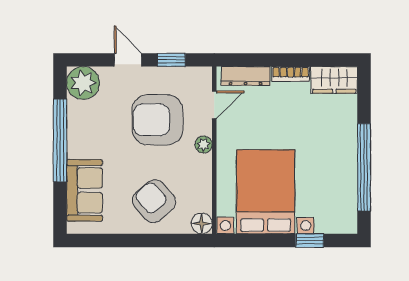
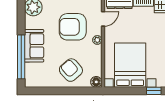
window: (60, 140) -> (21, 57), moved
sofa: (85, 190) -> (34, 46), moved

